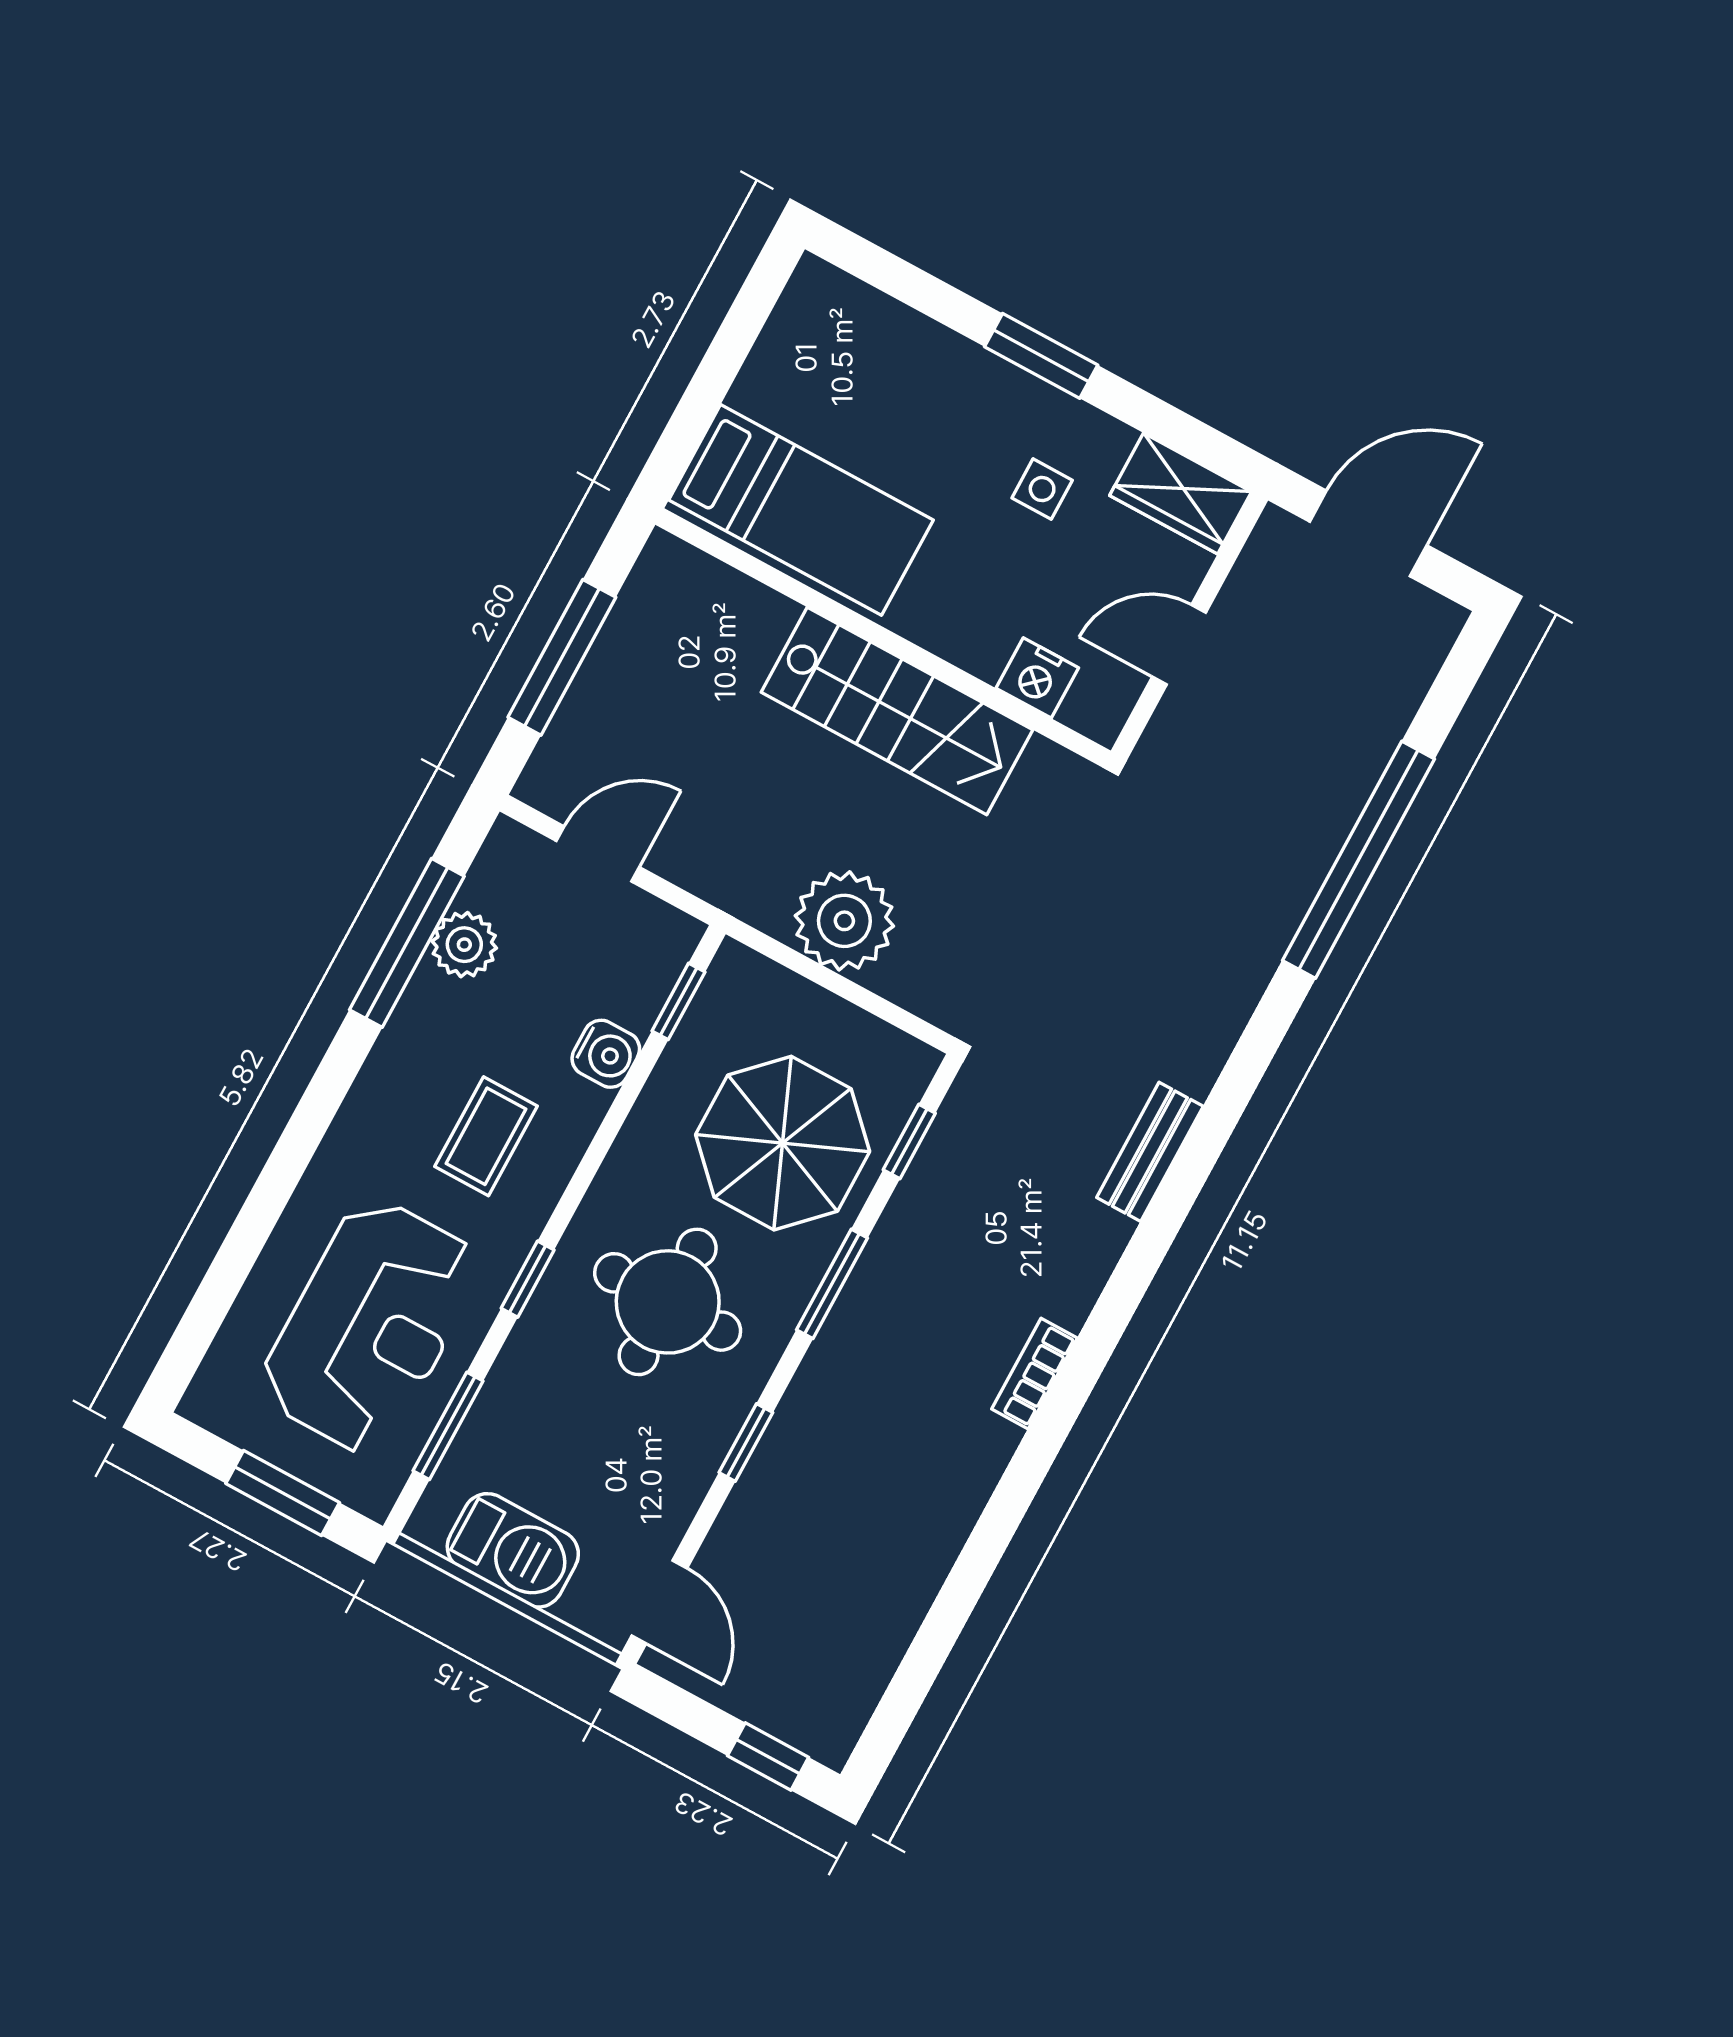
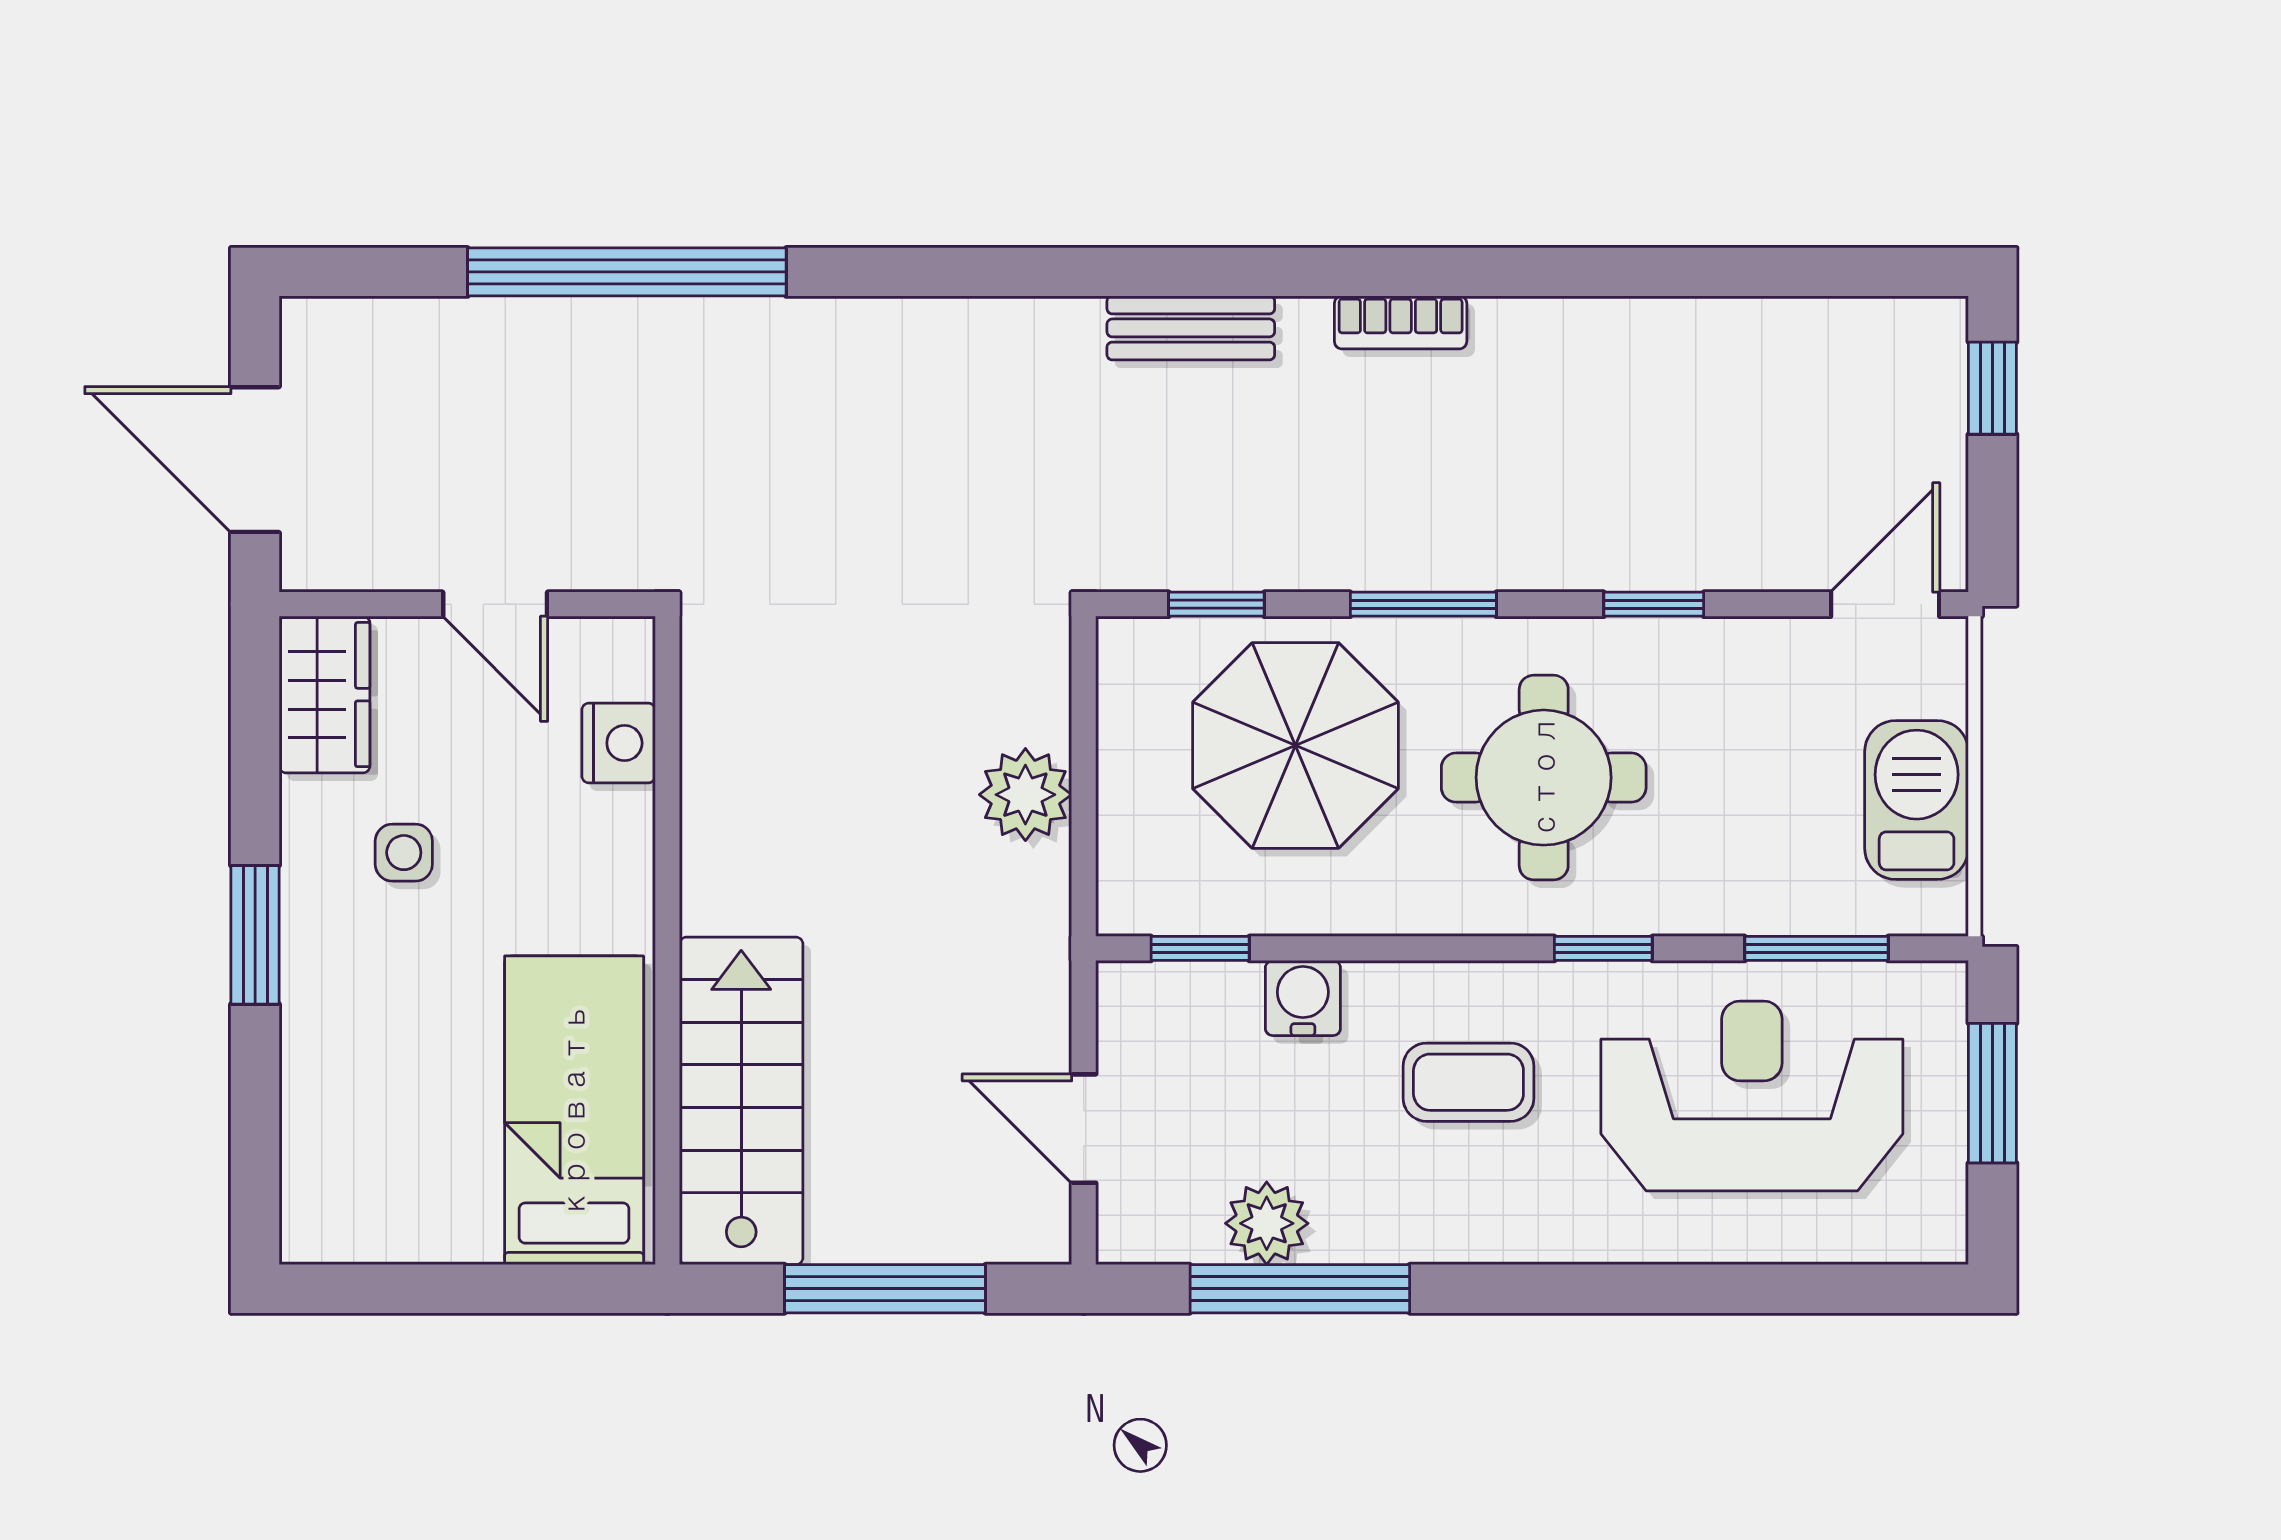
stairs: (897, 711) -> (741, 1101), moved
plant: (844, 921) -> (1025, 795), width x0.73, depth x0.73
bench: (1150, 1152) -> (1191, 328), moved

